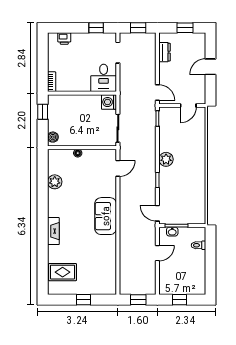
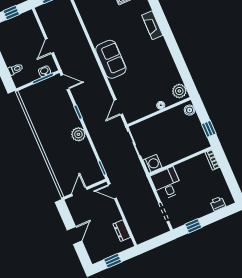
window: (138, 28) -> (155, 242), removed
plant: (55, 182) -> (179, 91), moved

